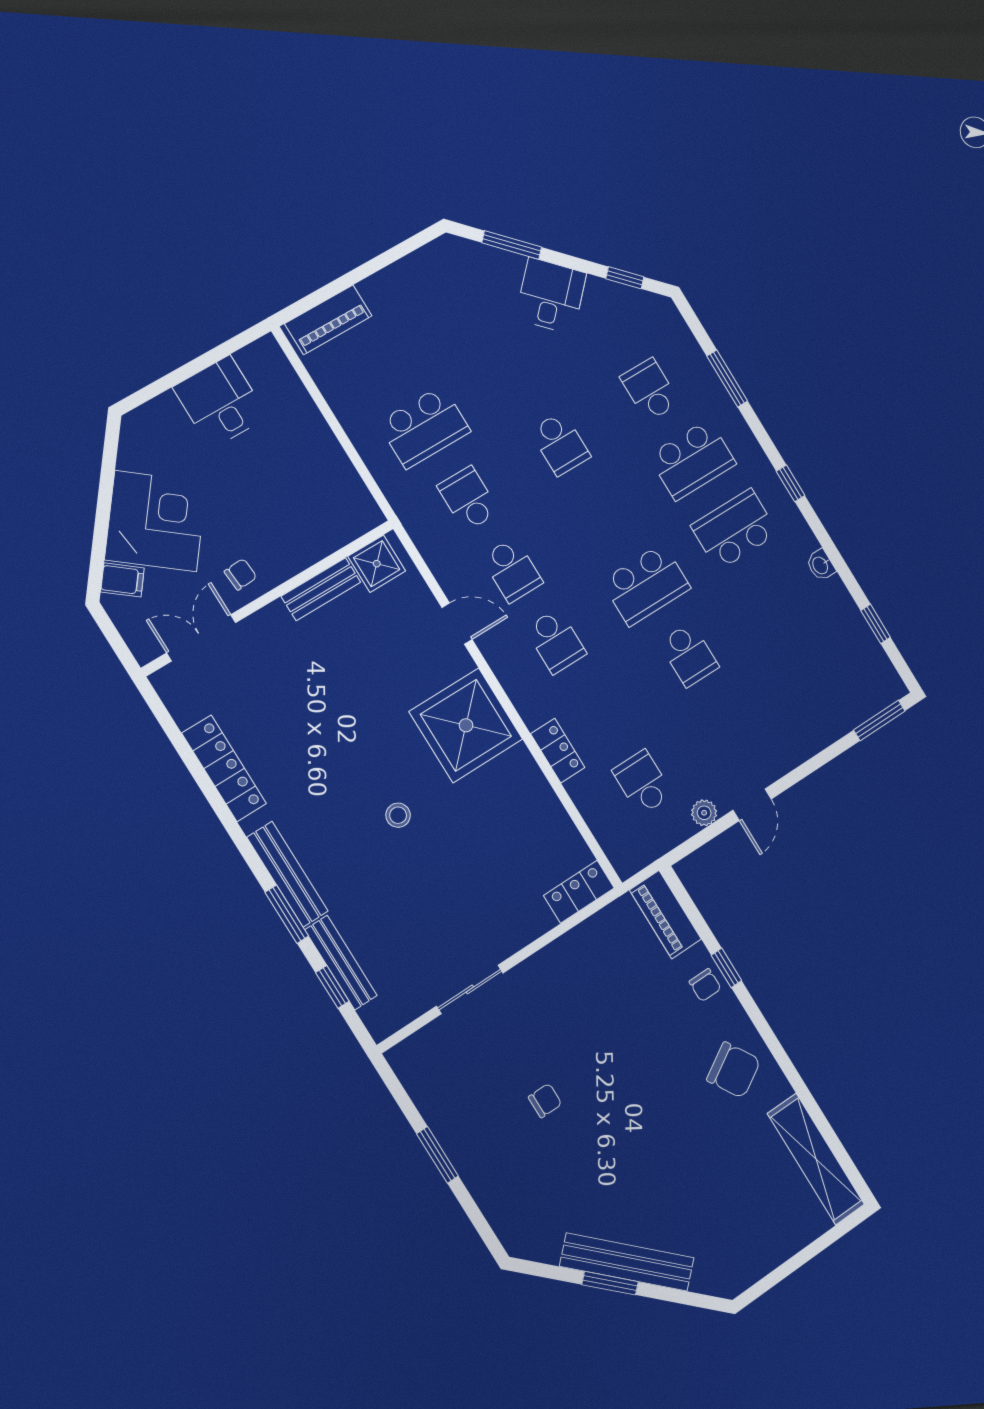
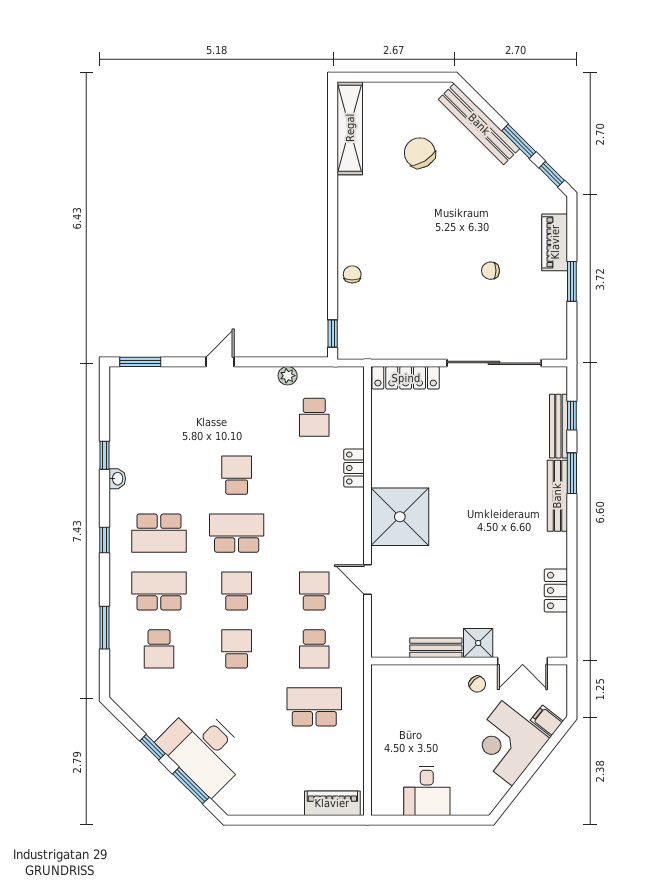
window: (625, 278) -> (152, 747), moved
desk: (551, 296) -> (204, 750), width x1.87, depth x1.30
shower: (377, 564) -> (478, 643), moved
chair: (241, 574) -> (477, 684), turned -128
window: (876, 624) -> (104, 455), moved
school desk: (556, 641) -> (237, 591), moved
locker: (224, 768) -> (556, 590), width x0.66
door: (752, 805) -> (220, 362), moved
stool: (398, 815) -> (473, 489), removed
locker: (579, 892) -> (406, 378), width x1.53
piano: (665, 915) -> (555, 242), moved, turned 180
window: (726, 968) -> (333, 333), moved
sliding door: (470, 989) -> (494, 363), width x1.86
chair: (734, 1070) -> (420, 153), moved
bench: (627, 1262) -> (479, 124), moved
window: (545, 1271) -> (552, 174), added

